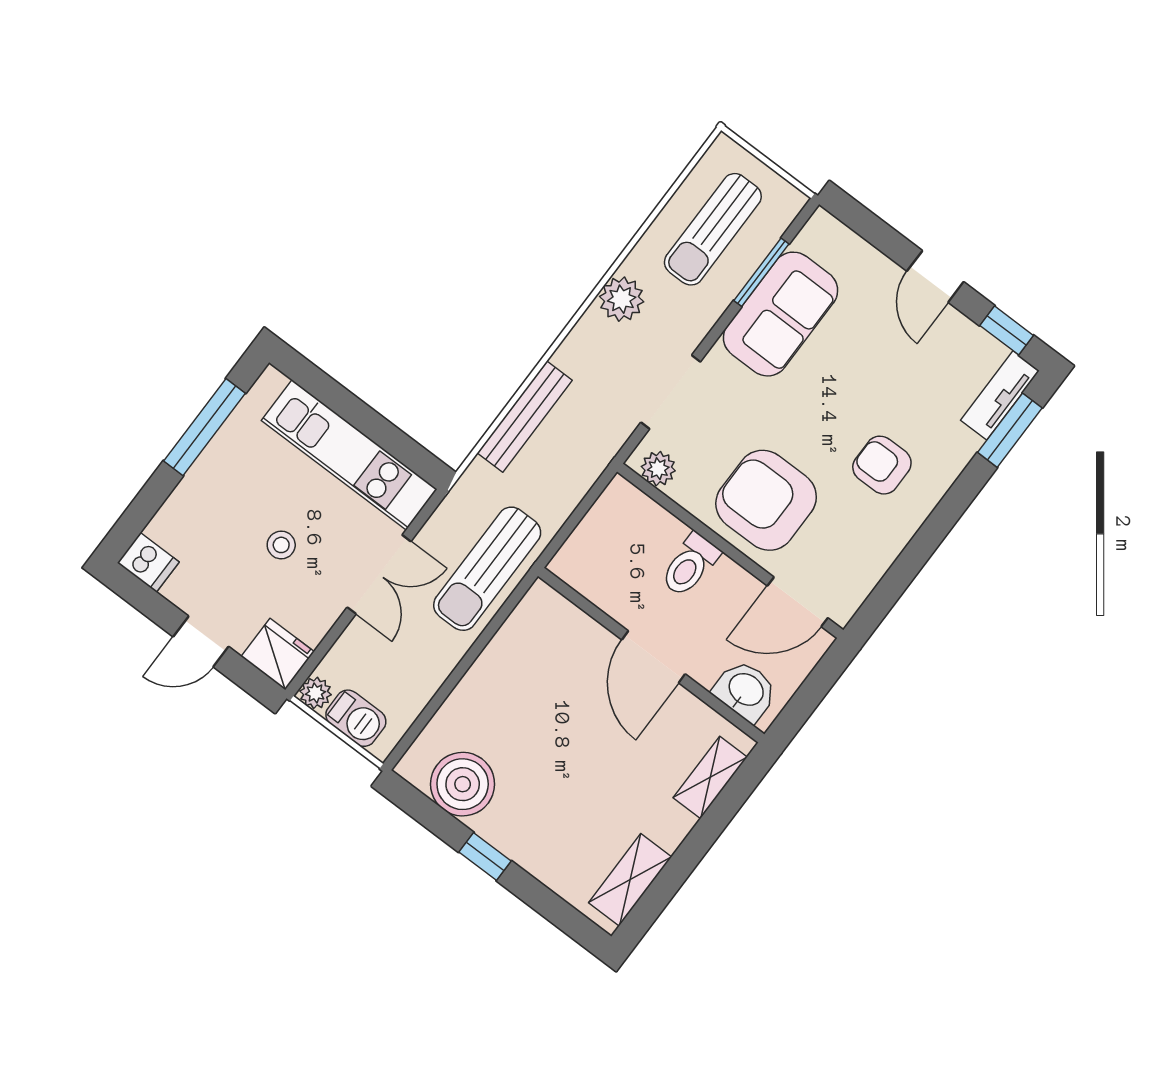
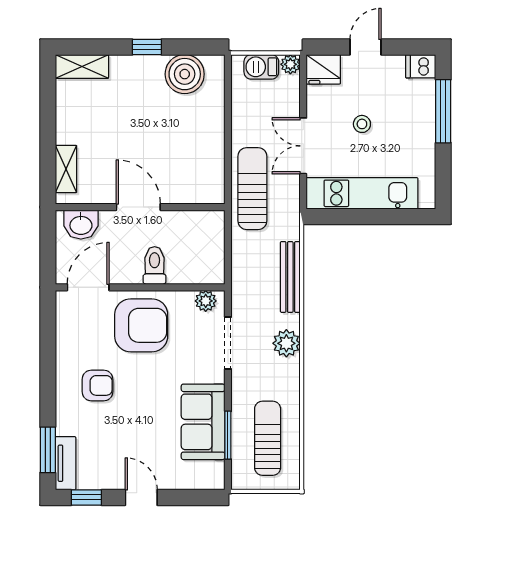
plant: (622, 299) -> (286, 343), moved
window: (204, 427) -> (443, 111), moved
shelving: (630, 880) -> (82, 66), moved, turned 90

